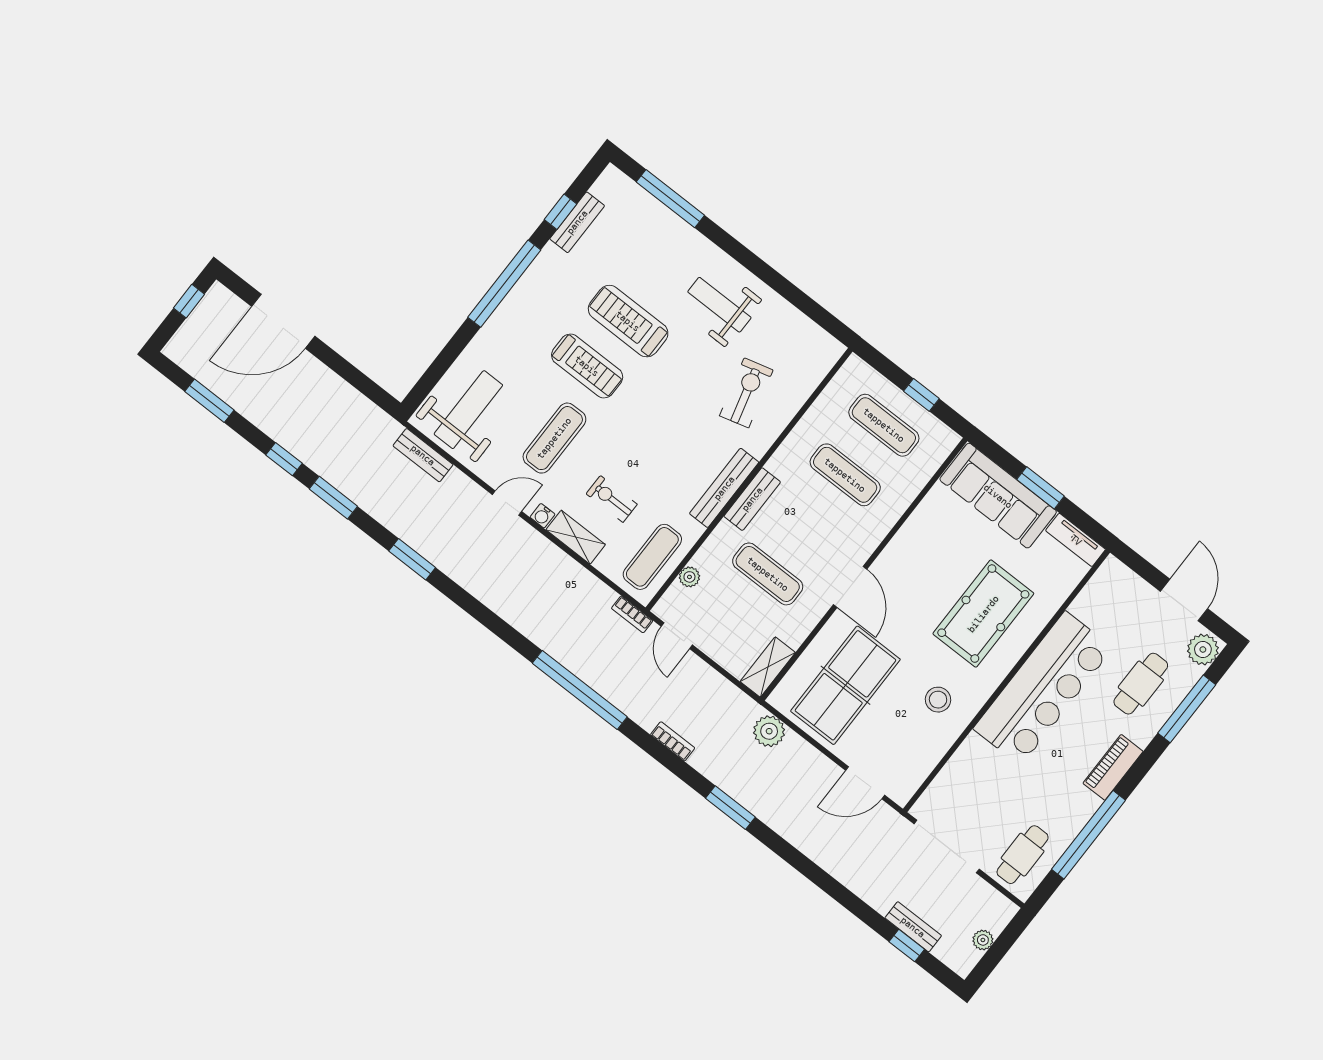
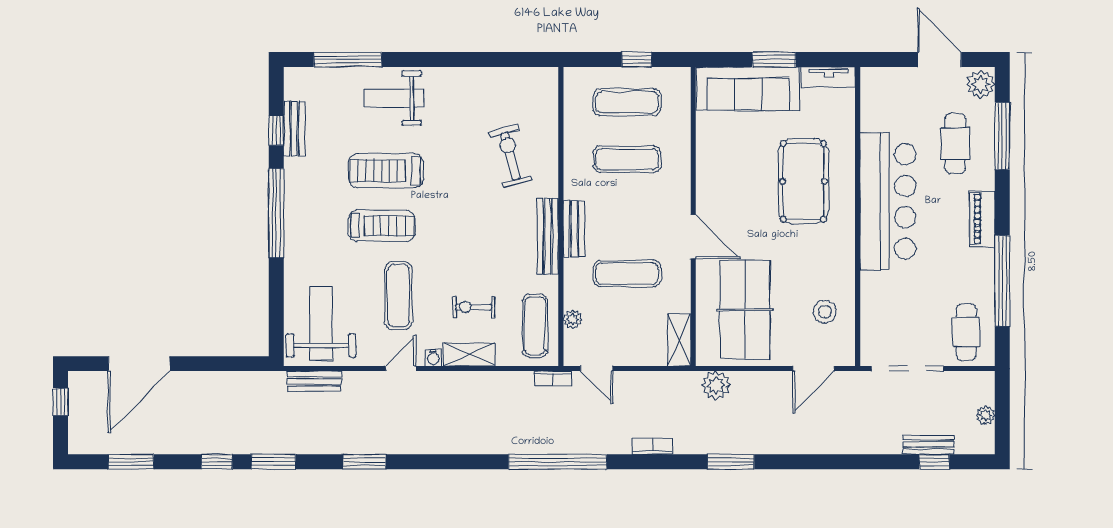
weight bench: (719, 305) -> (394, 98), moved
stool: (938, 700) -> (825, 312), moved

